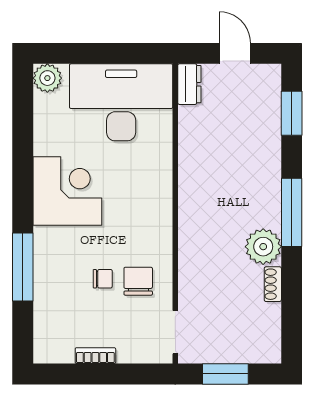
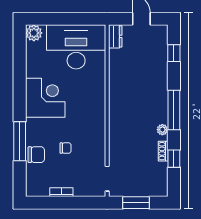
window: (292, 113) -> (174, 53), width x0.67
plant: (263, 247) -> (162, 130), width x0.53, depth x0.53
chair: (138, 281) -> (36, 155), moved, turned 90
window: (292, 297) -> (174, 159), added

